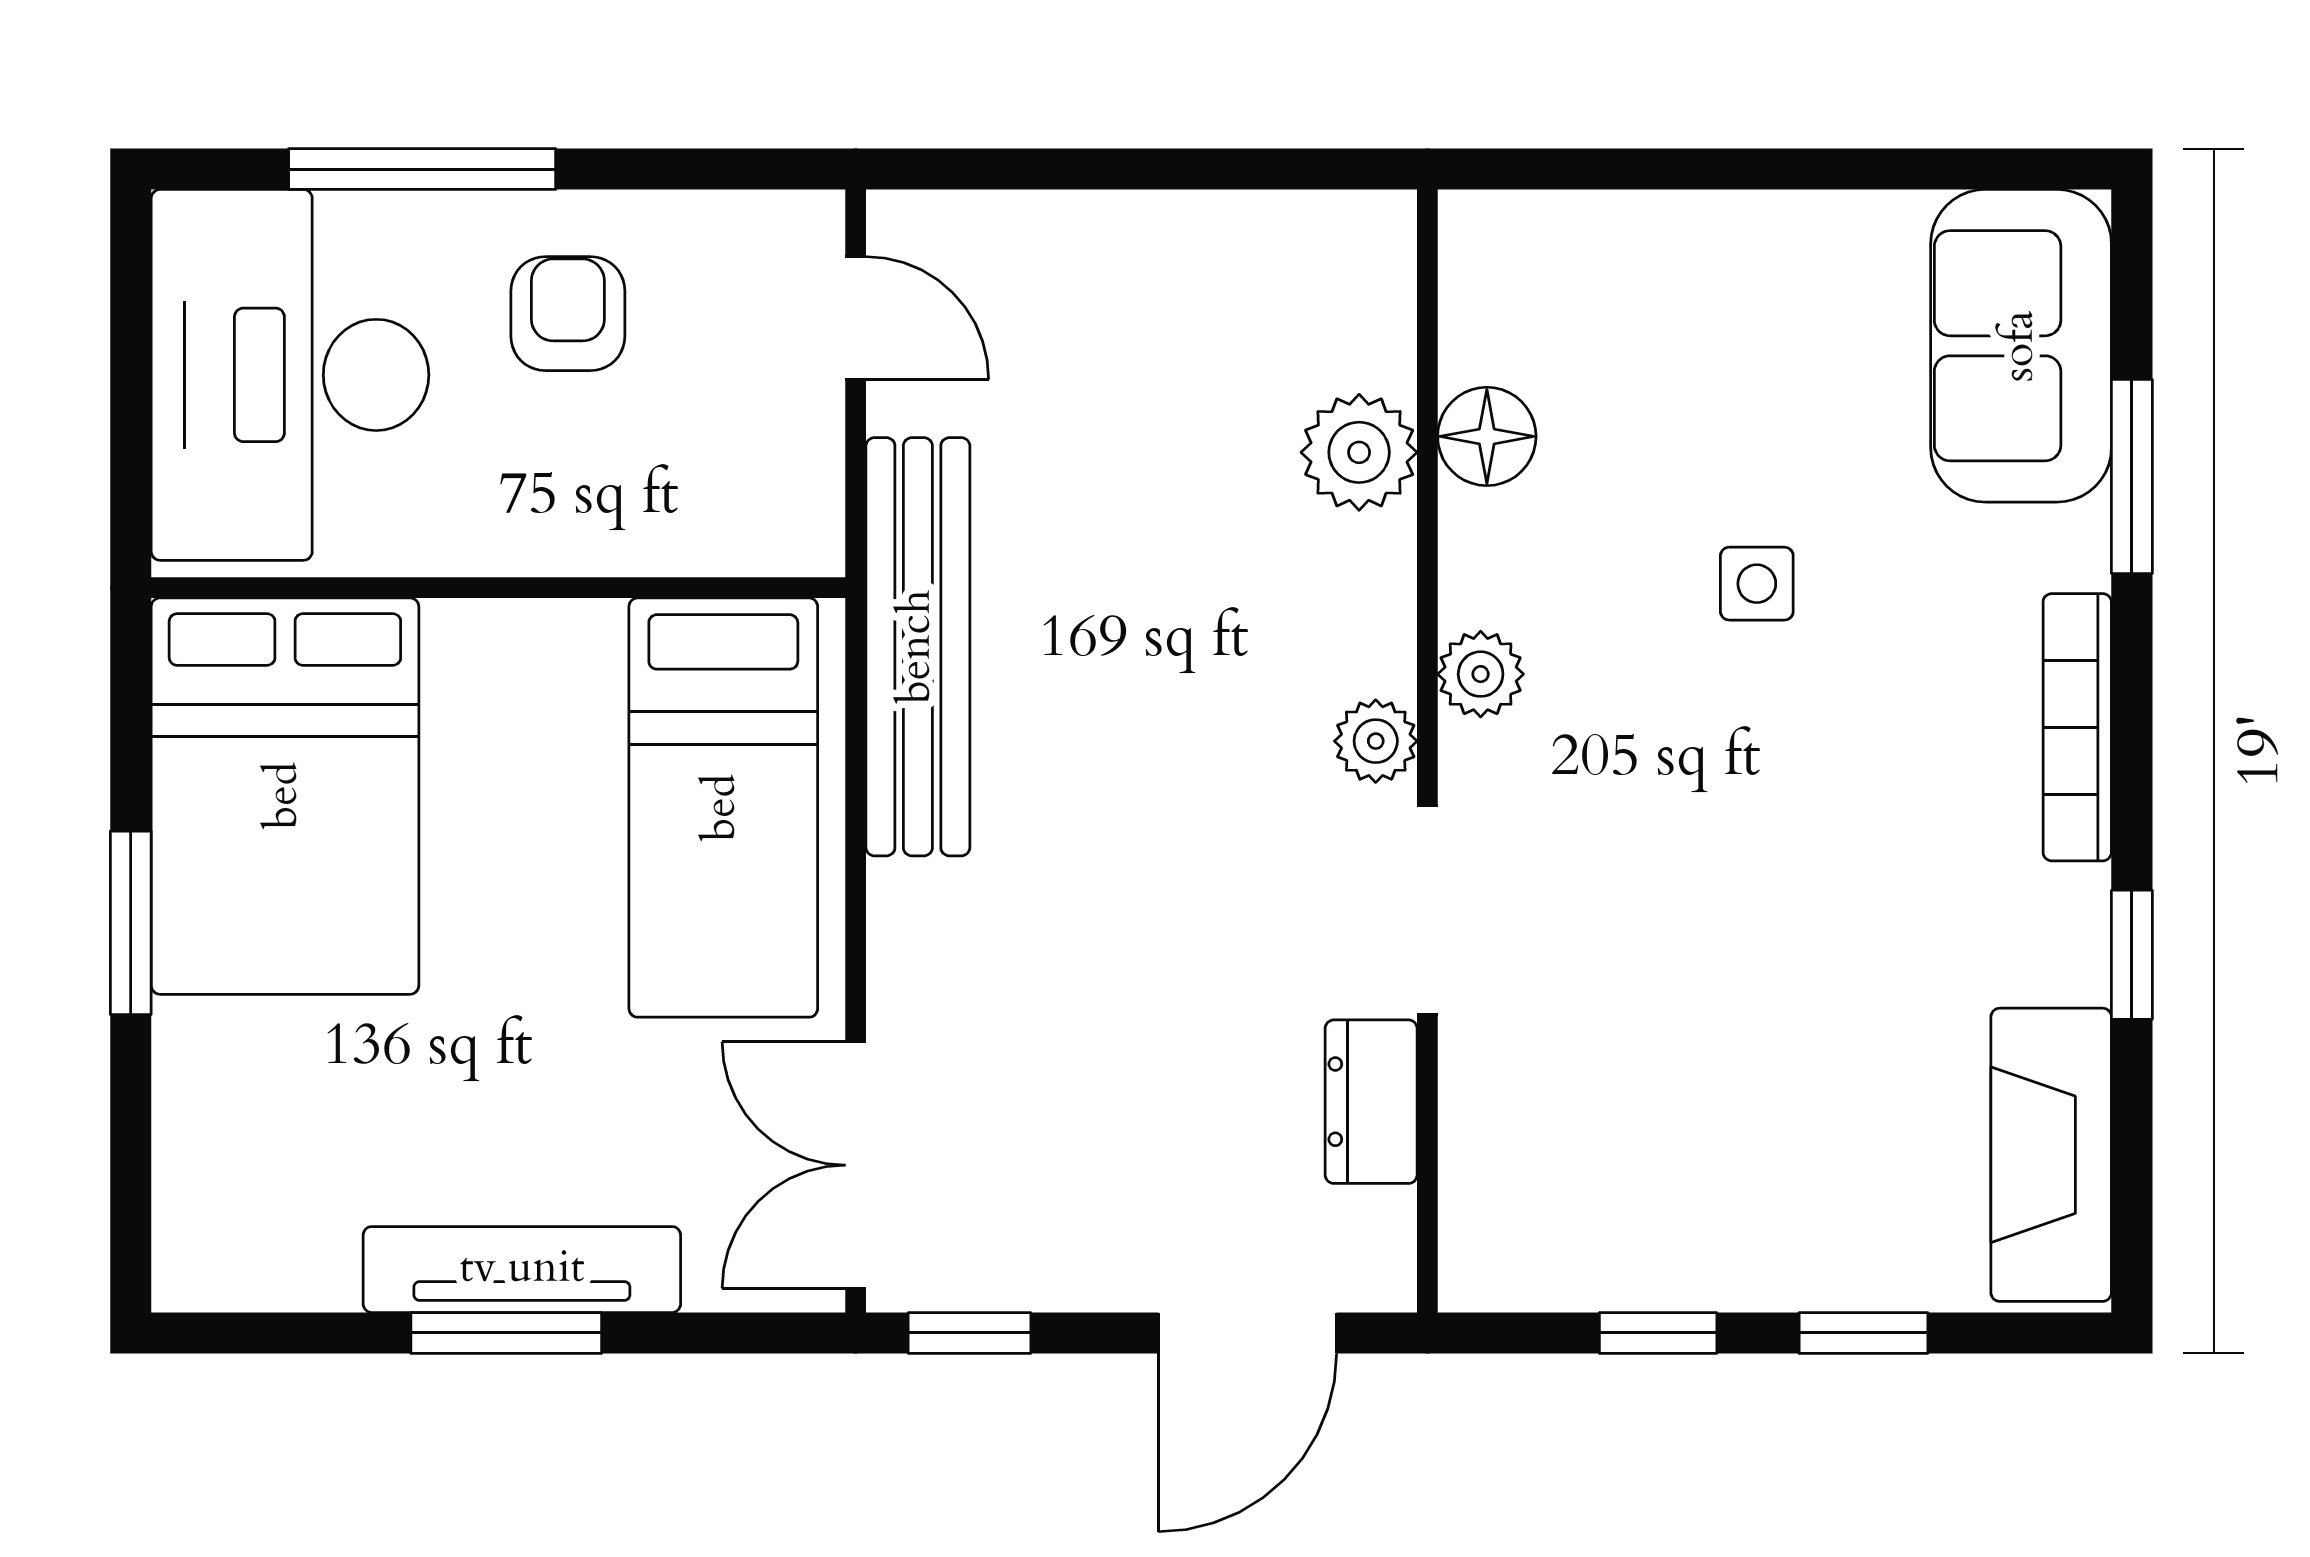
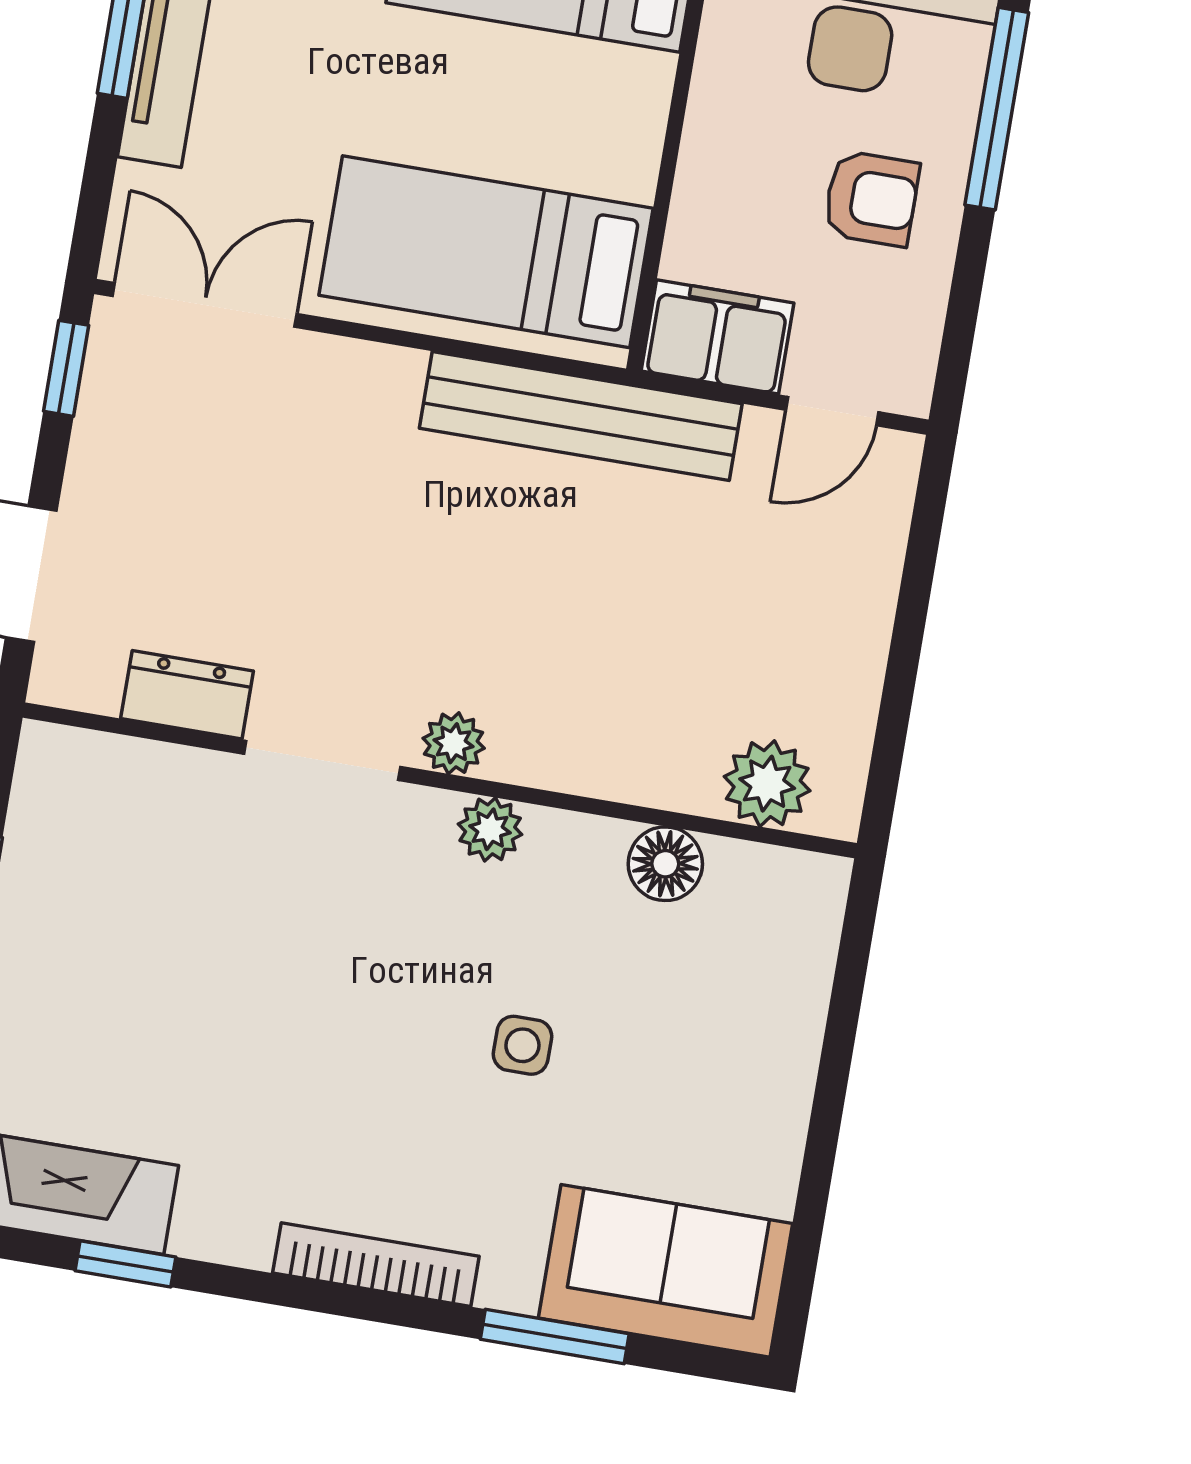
plant: (1359, 452) -> (767, 784), moved
filing cabinet: (784, 485) -> (718, 337), added
window: (2132, 955) -> (125, 1264), moved

